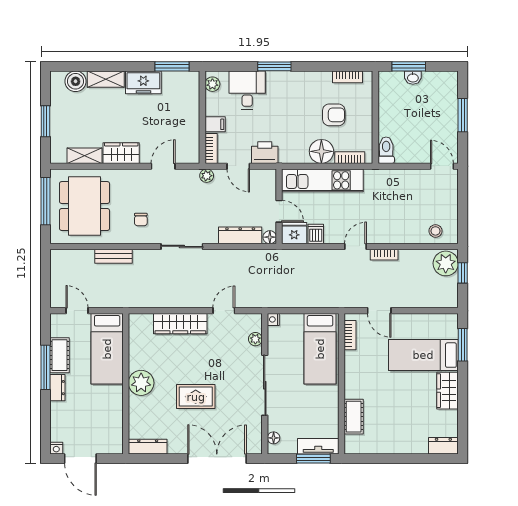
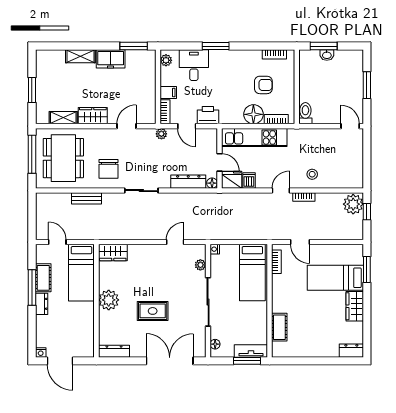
boiler: (76, 81) -> (56, 58), removed
chair: (141, 220) -> (109, 169), width x1.87, depth x1.87
stool: (436, 231) -> (312, 174), moved
wardrobe: (180, 324) -> (113, 252), moved, width x0.67

